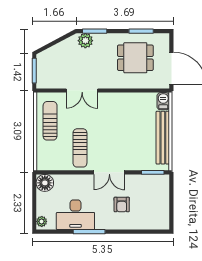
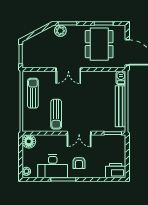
dining table: (135, 58) -> (99, 44), width x1.38
double door: (82, 90) -> (68, 70), moved
armchair: (122, 204) -> (79, 163), moved
printer: (157, 220) -> (116, 171), added

